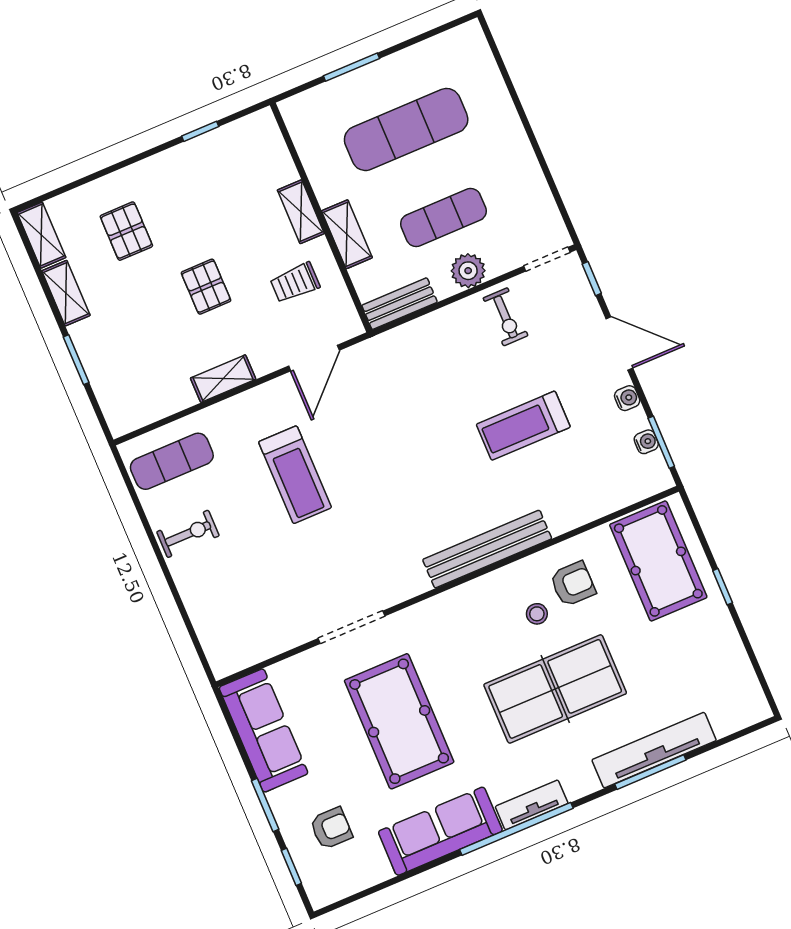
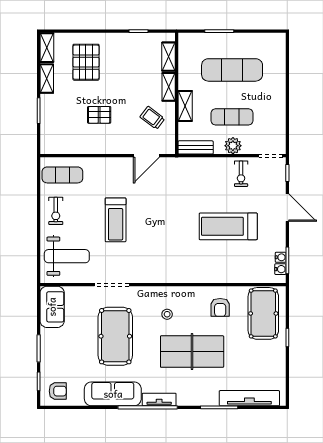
pallet: (126, 231) -> (86, 62), width x1.50, depth x1.42
trolley: (295, 283) -> (152, 118), turned 37
pallet: (206, 287) -> (99, 115), moved, turned 90
shelving: (223, 379) -> (169, 57), moved, turned 90
water cooler: (627, 398) -> (280, 269), moved
treadmill: (523, 426) -> (228, 226), width x1.37, depth x1.38
treadmill: (295, 475) -> (116, 220), moved
exercise bike: (188, 534) -> (56, 211), turned 90
bench: (487, 549) -> (188, 275), removed
armchair: (573, 584) -> (220, 307), turned 90
weight bench: (245, 610) -> (67, 256), added
stool: (537, 614) -> (167, 314), moved
sofa: (263, 730) -> (52, 307), width x0.73
tv unit: (654, 750) -> (249, 398), moved
armchair: (331, 828) -> (58, 391), moved

